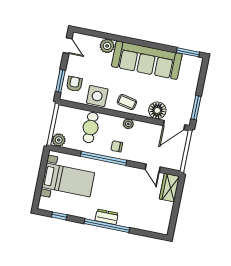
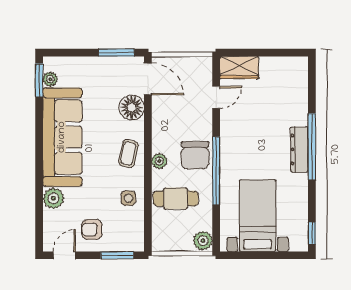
plant: (187, 60) -> (50, 79), added
armchair: (74, 84) -> (92, 229), moved
side table: (97, 96) -> (128, 198), width x0.54, depth x0.54
plant: (128, 124) -> (159, 161), moved
chair: (117, 146) -> (195, 155), width x1.87, depth x1.87
window: (59, 216) -> (312, 233), moved
dresser: (107, 217) -> (299, 149), width x1.44

